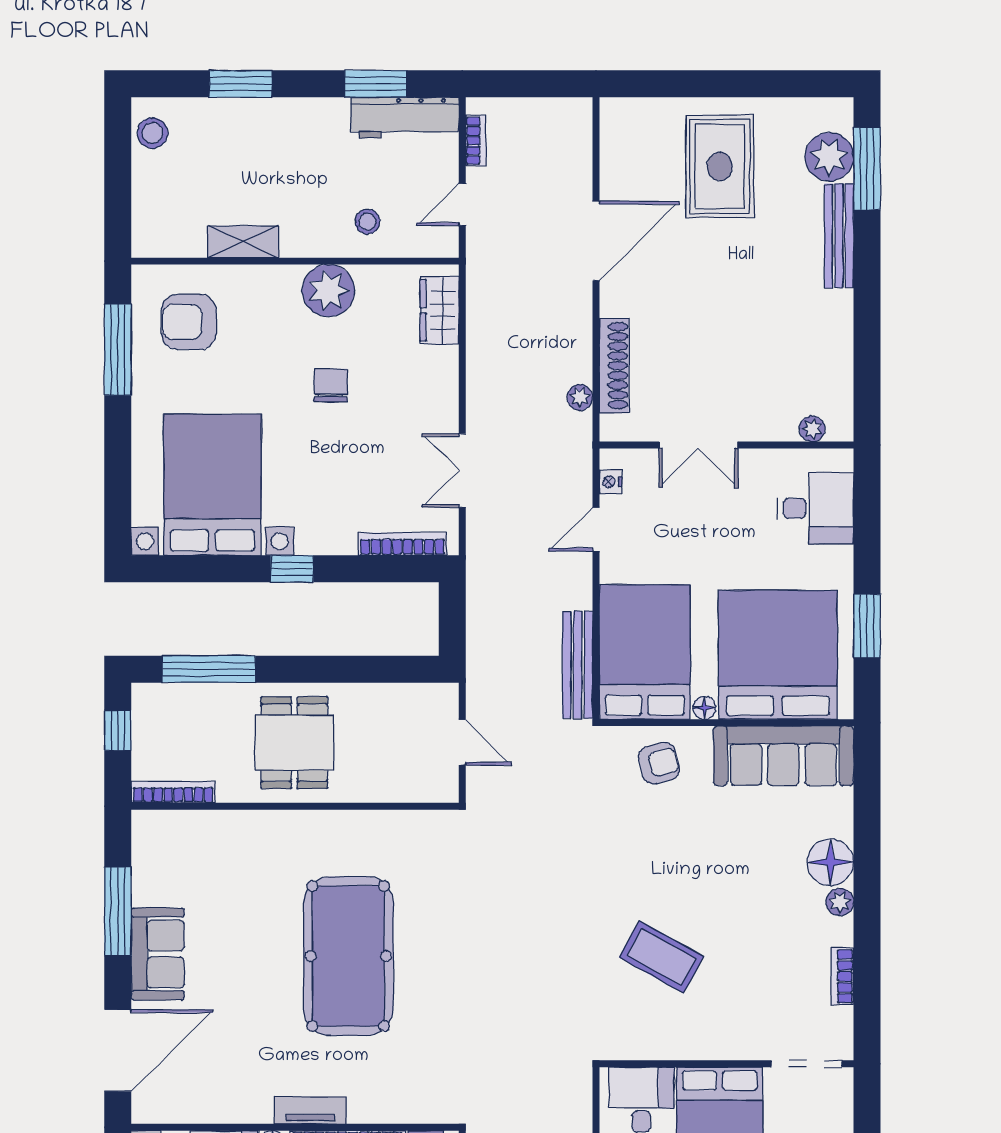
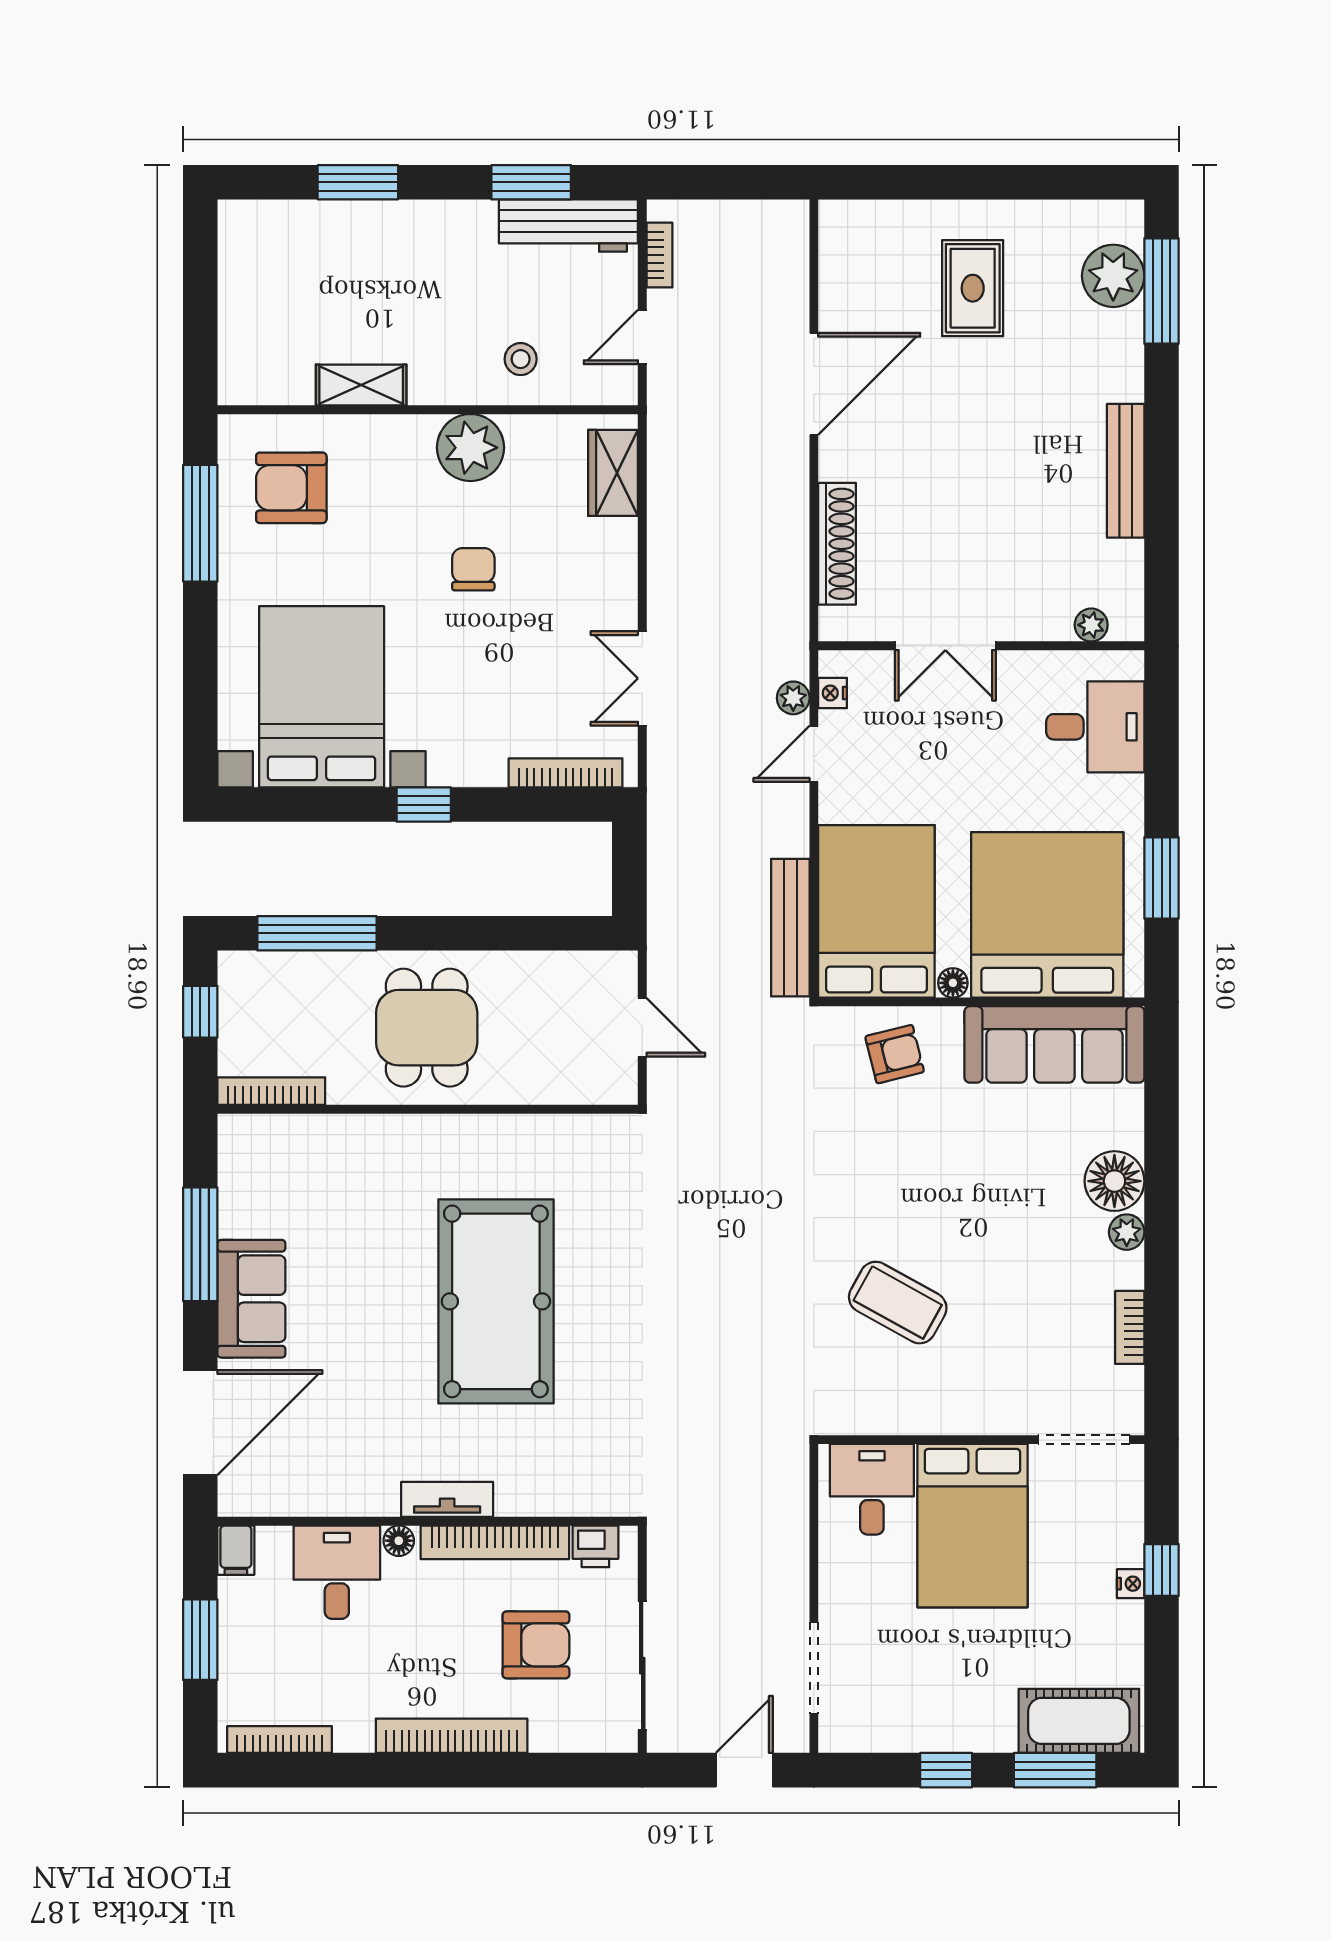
stool: (153, 133) -> (245, 245), removed
rug: (720, 166) -> (973, 288), width x0.73, depth x0.70
bench: (839, 236) -> (1126, 471), moved
plant: (580, 397) -> (793, 698), moved

